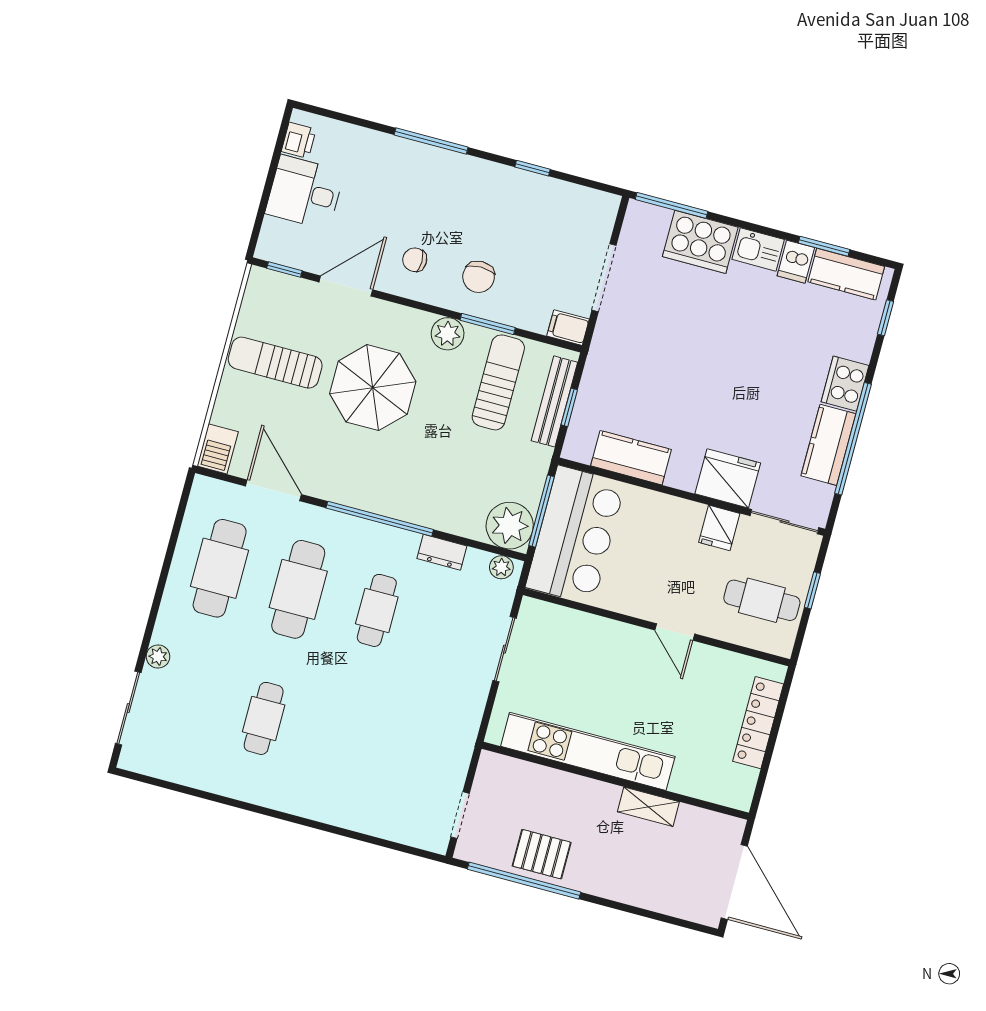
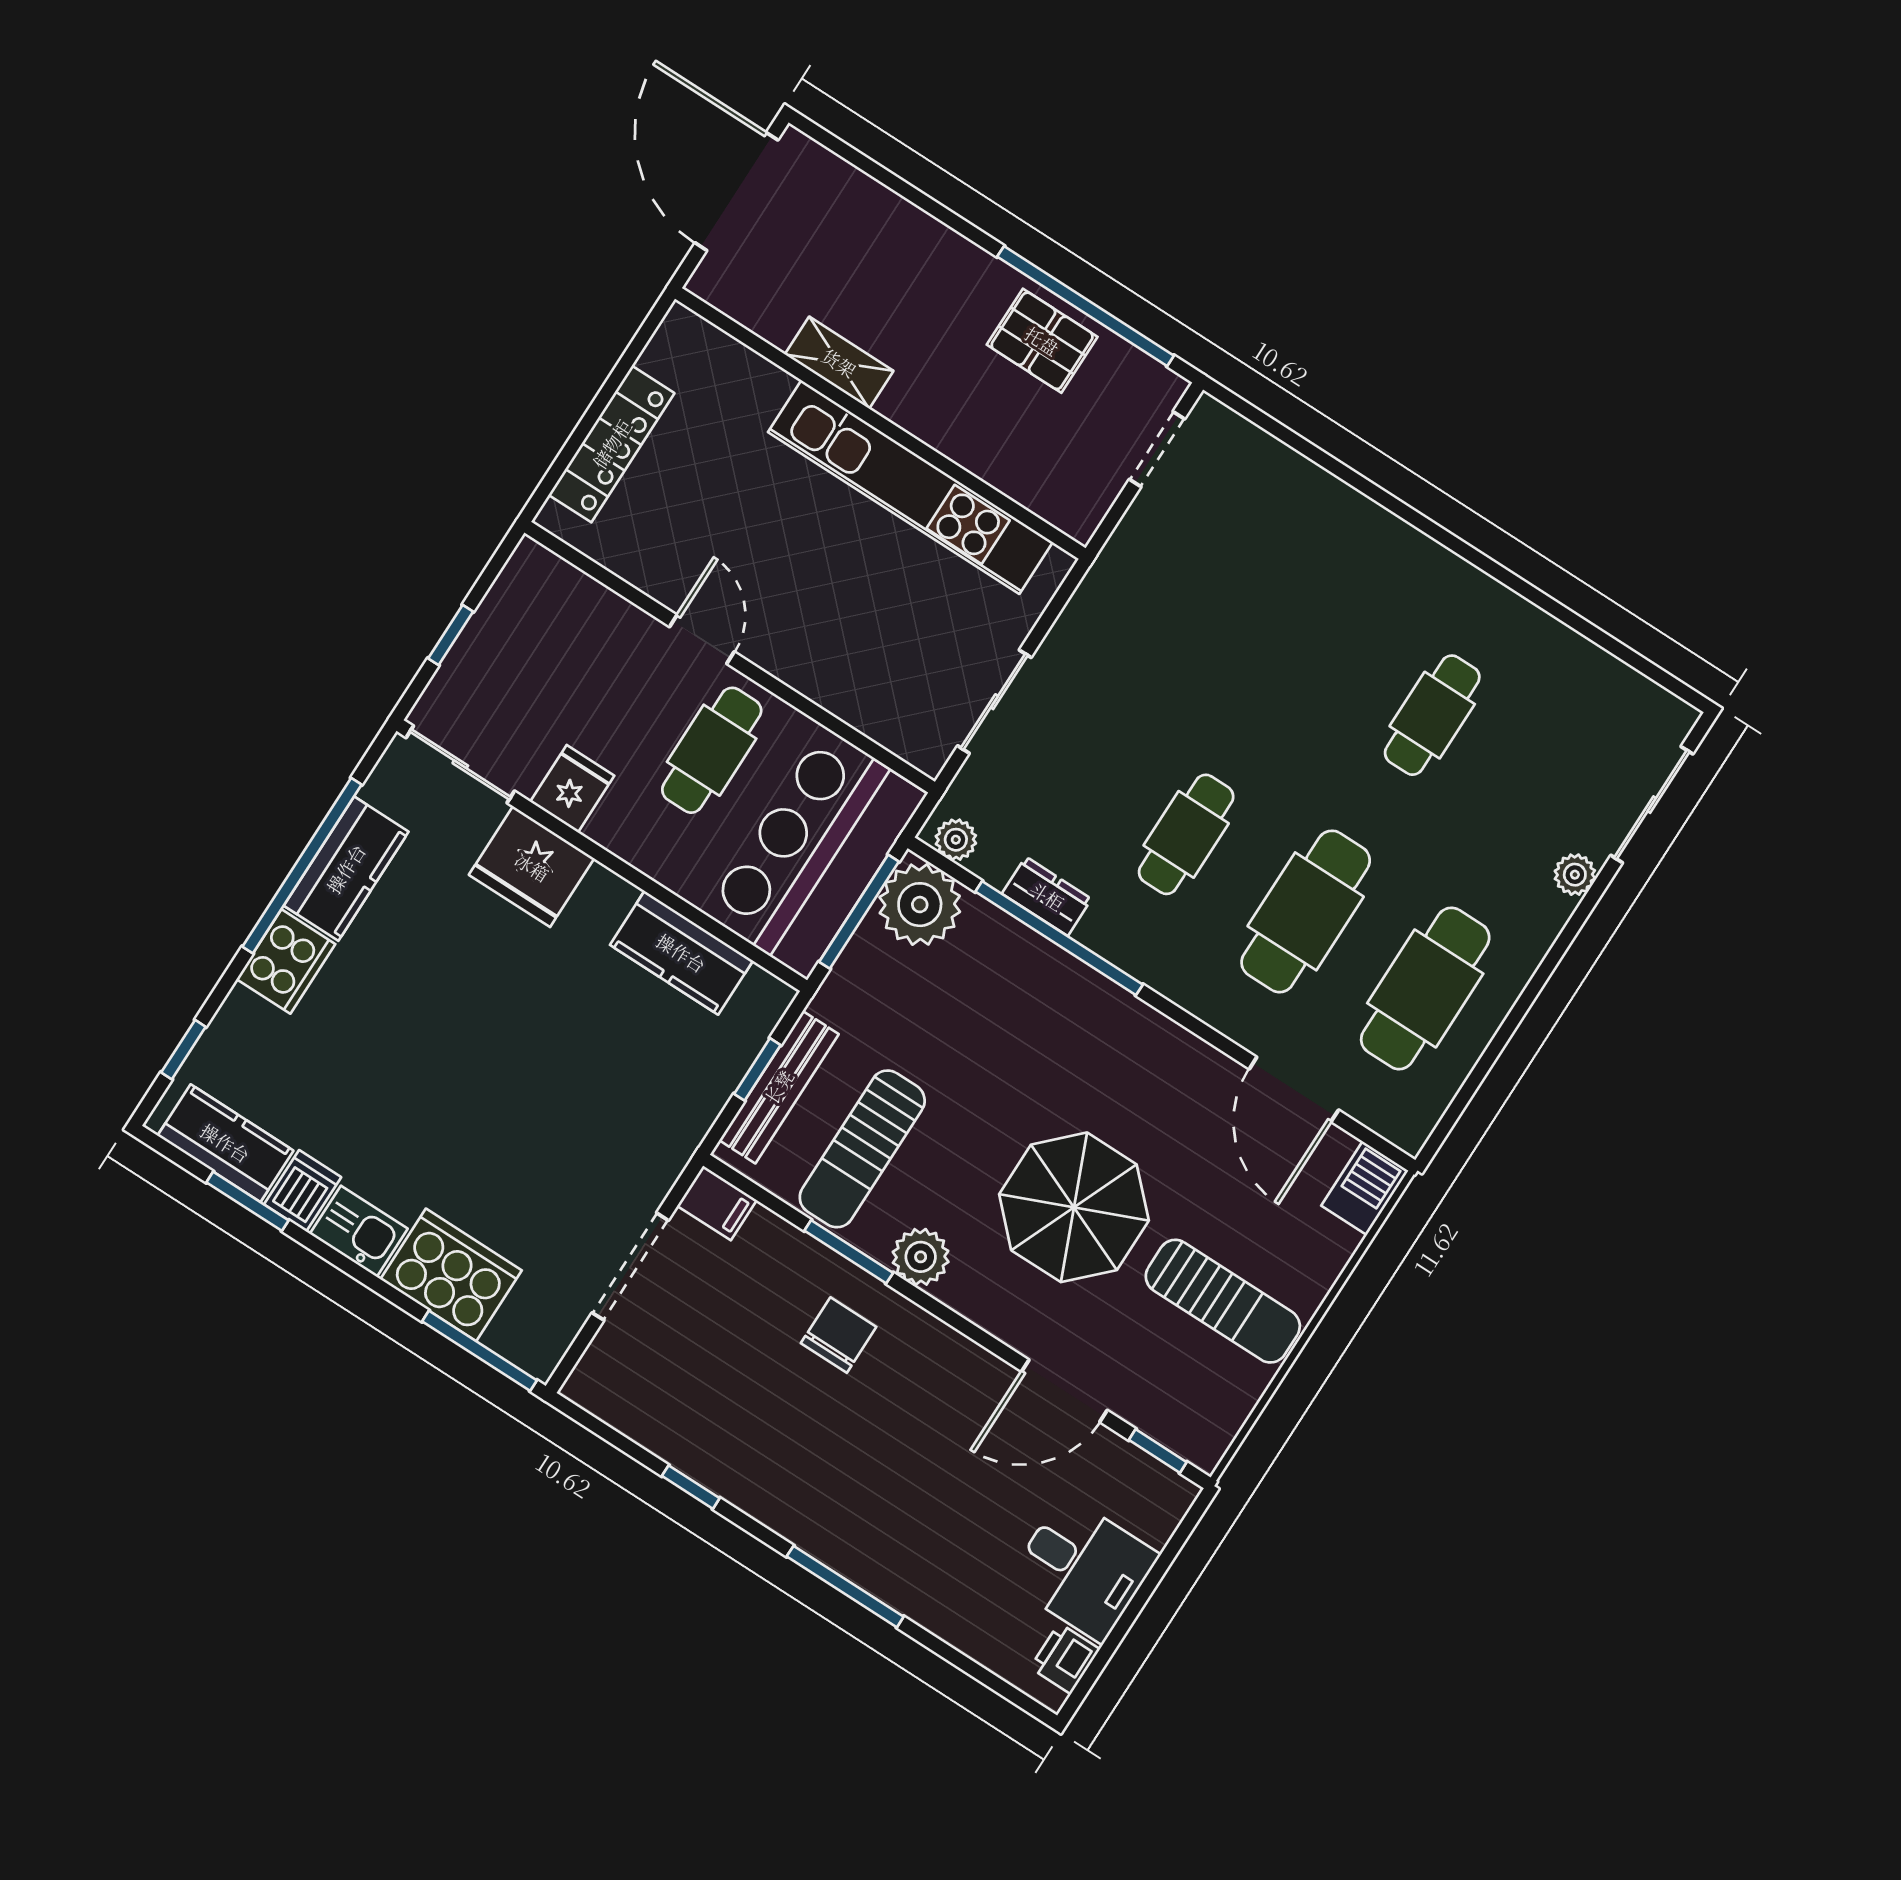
chair: (415, 260) -> (936, 1398), removed
window: (380, 519) -> (1059, 938), moved
cafe table: (762, 600) -> (712, 750), moved, turned 90

